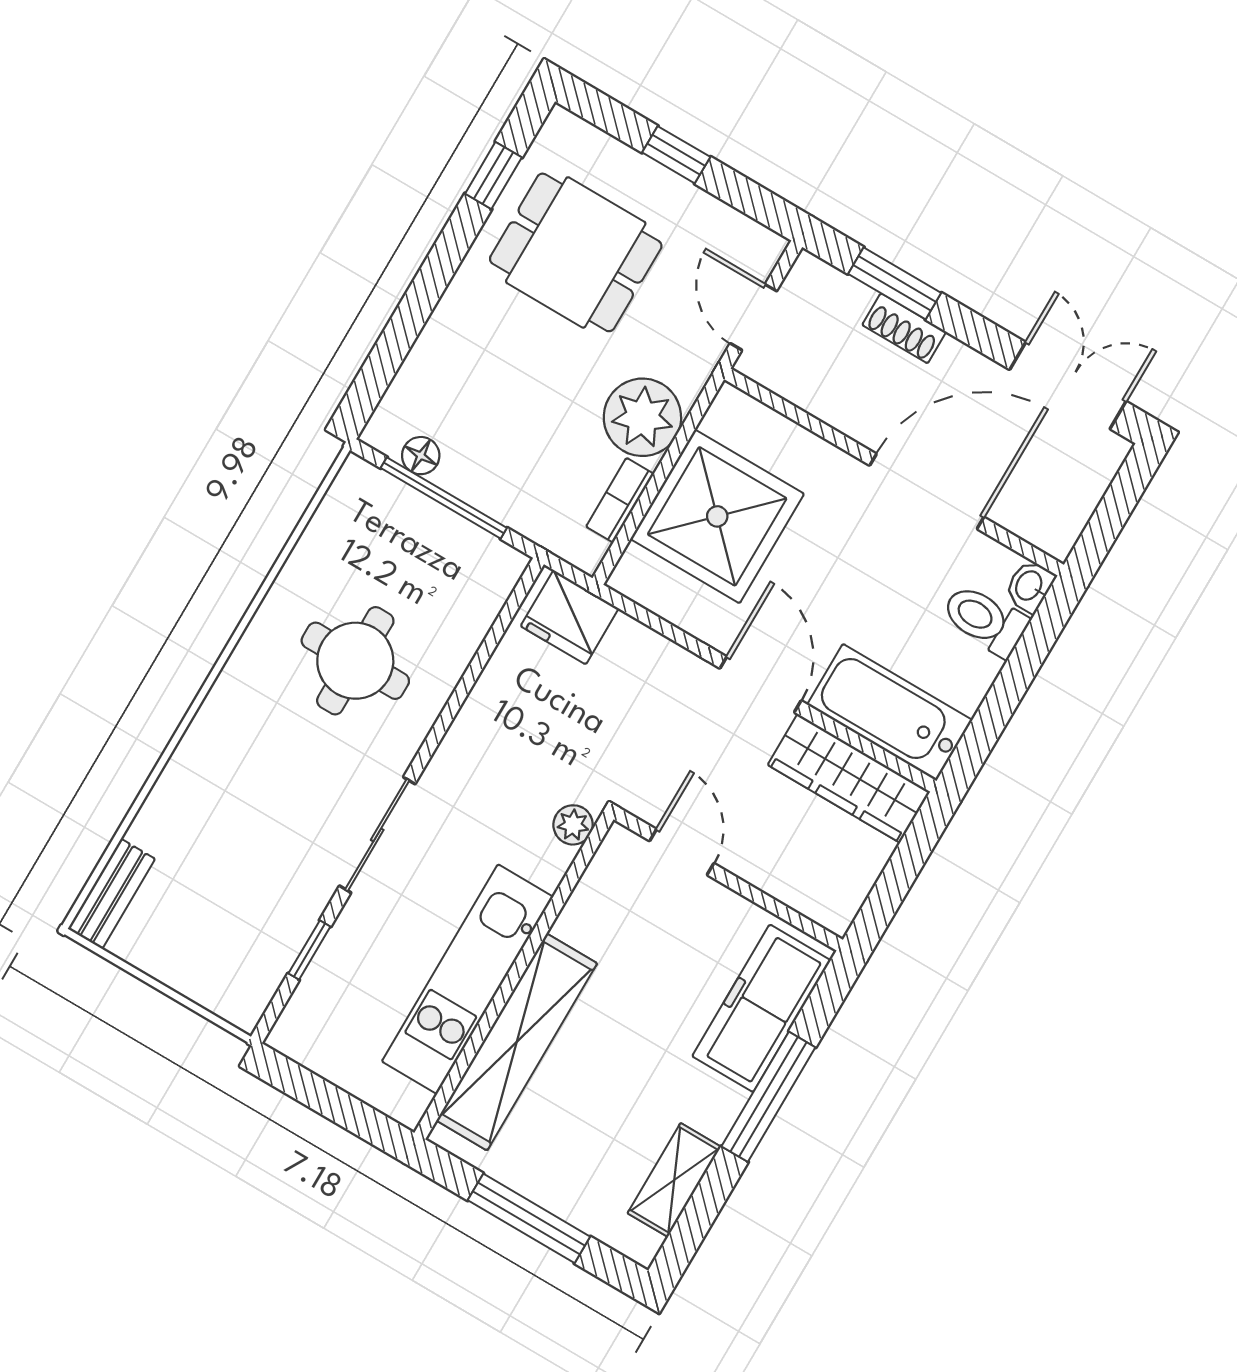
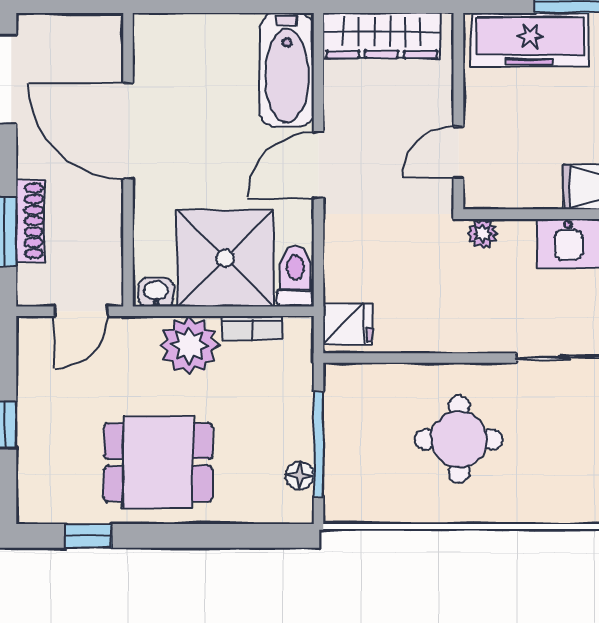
dining table: (576, 252) -> (158, 462), moved, turned 90
shoe rack: (904, 328) -> (30, 221), width x1.43
washbasin: (1030, 586) -> (156, 292), moved, turned 180
fridge: (570, 617) -> (348, 324), width x0.72
toilet: (985, 620) -> (295, 276), moved, turned 180
wardrobe: (849, 778) -> (382, 35), moved, turned 90

